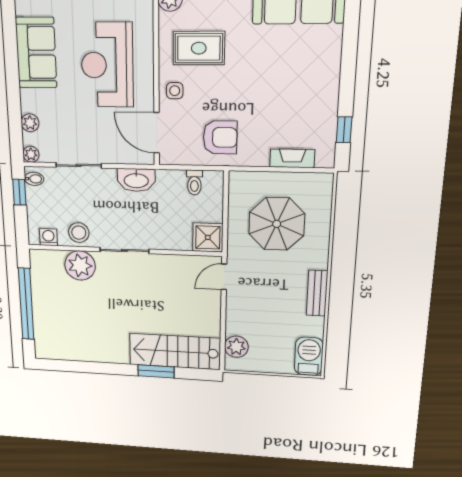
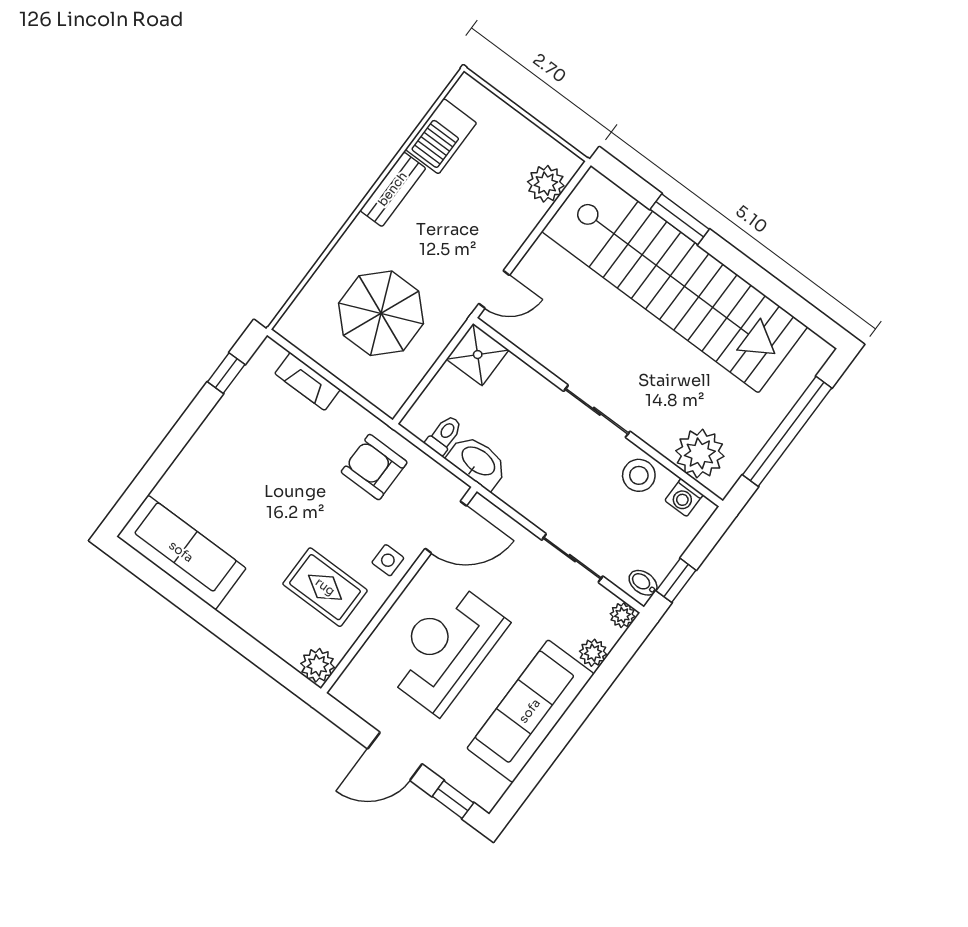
sofa: (36, 53) -> (530, 711), width x1.36
reception desk: (107, 65) -> (445, 648), turned 180
door: (157, 133) -> (446, 527), hinge flipped
washbasin: (136, 180) -> (478, 462), moved
plant: (80, 265) -> (700, 453), moved
stairs: (175, 351) -> (675, 279), width x1.86, depth x1.51
barbecue: (309, 356) -> (441, 136), moved

